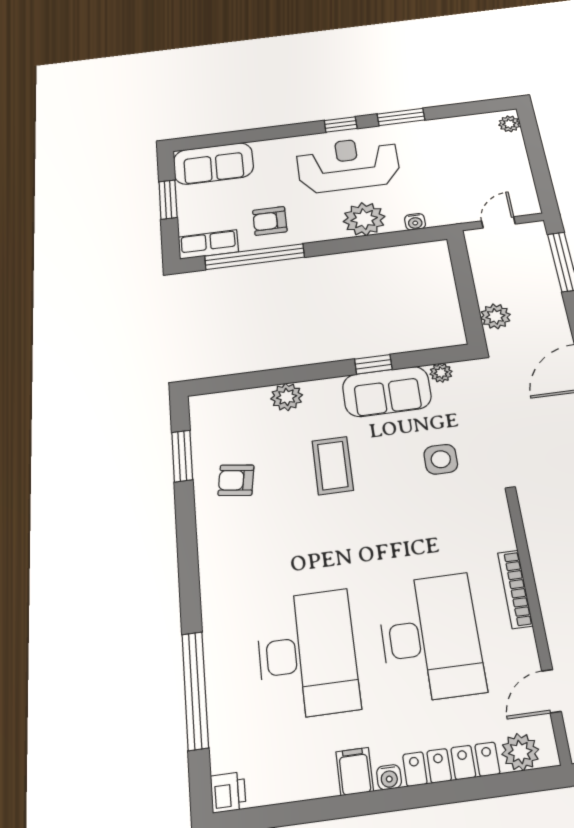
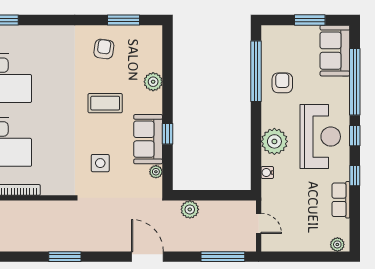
window: (401, 117) -> (355, 176), width x0.67
window: (259, 135) -> (355, 82), added
row of seats: (208, 244) -> (341, 200), moved, turned 180

